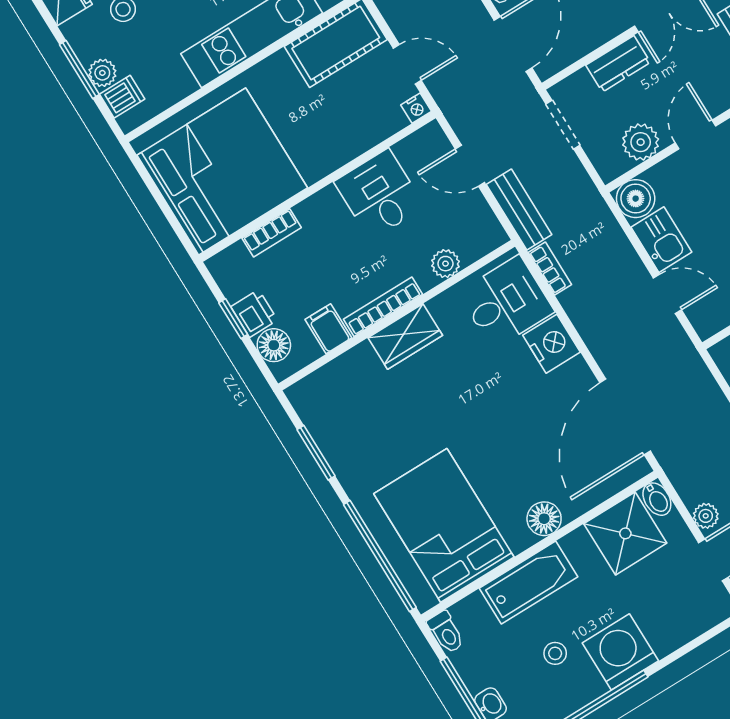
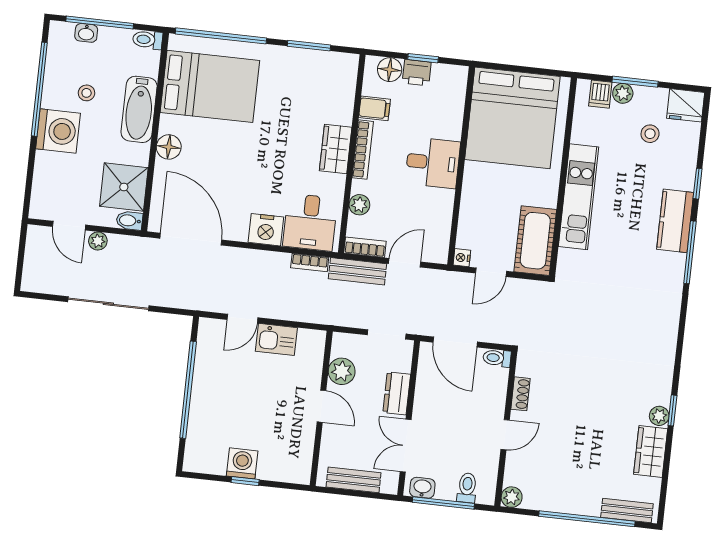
desk: (379, 194) -> (433, 163), moved
boiler: (636, 199) -> (311, 343), removed
bookcase: (272, 233) -> (365, 247), moved, turned 90

